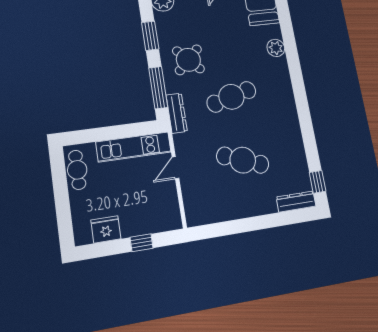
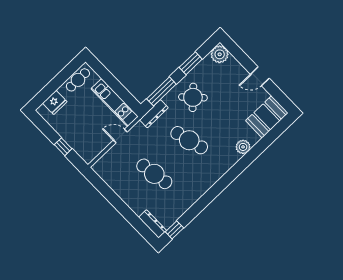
cafe table: (243, 160) -> (154, 174), turned -30
fridge: (106, 229) -> (55, 102), moved, turned 90

